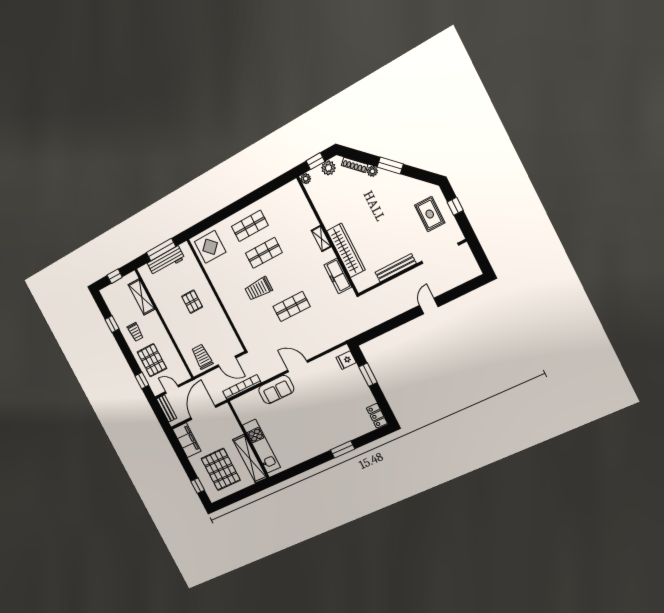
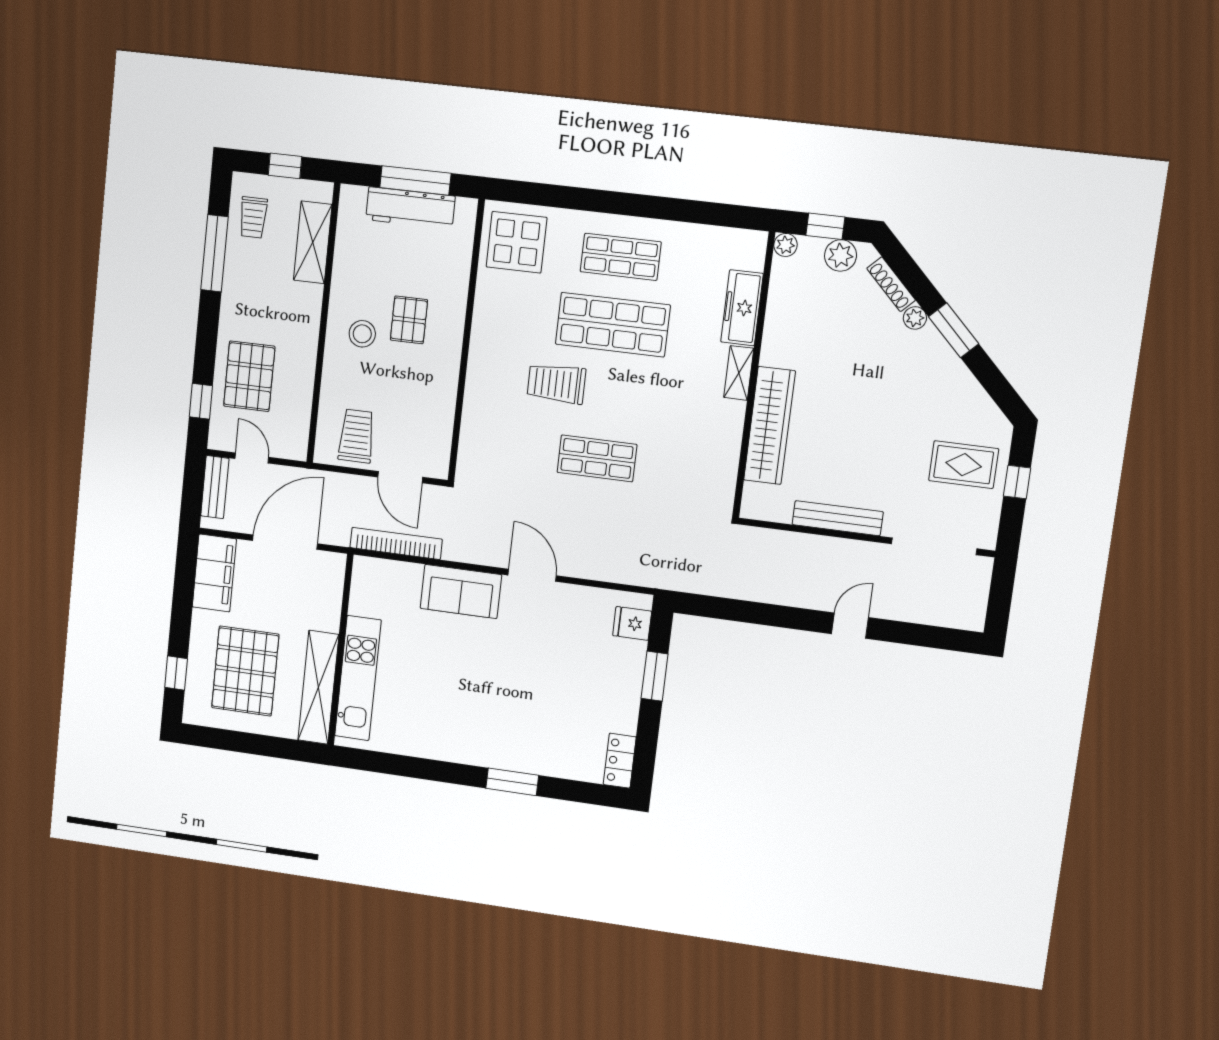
rug: (430, 214) -> (964, 465), turned 90
shop shelf: (264, 253) -> (613, 325), width x1.43, depth x1.36
freezer: (338, 276) -> (742, 308), moved
stool: (180, 318) -> (362, 334), added
window: (112, 324) -> (214, 253), width x2.17
trolley: (135, 332) -> (253, 217), moved

